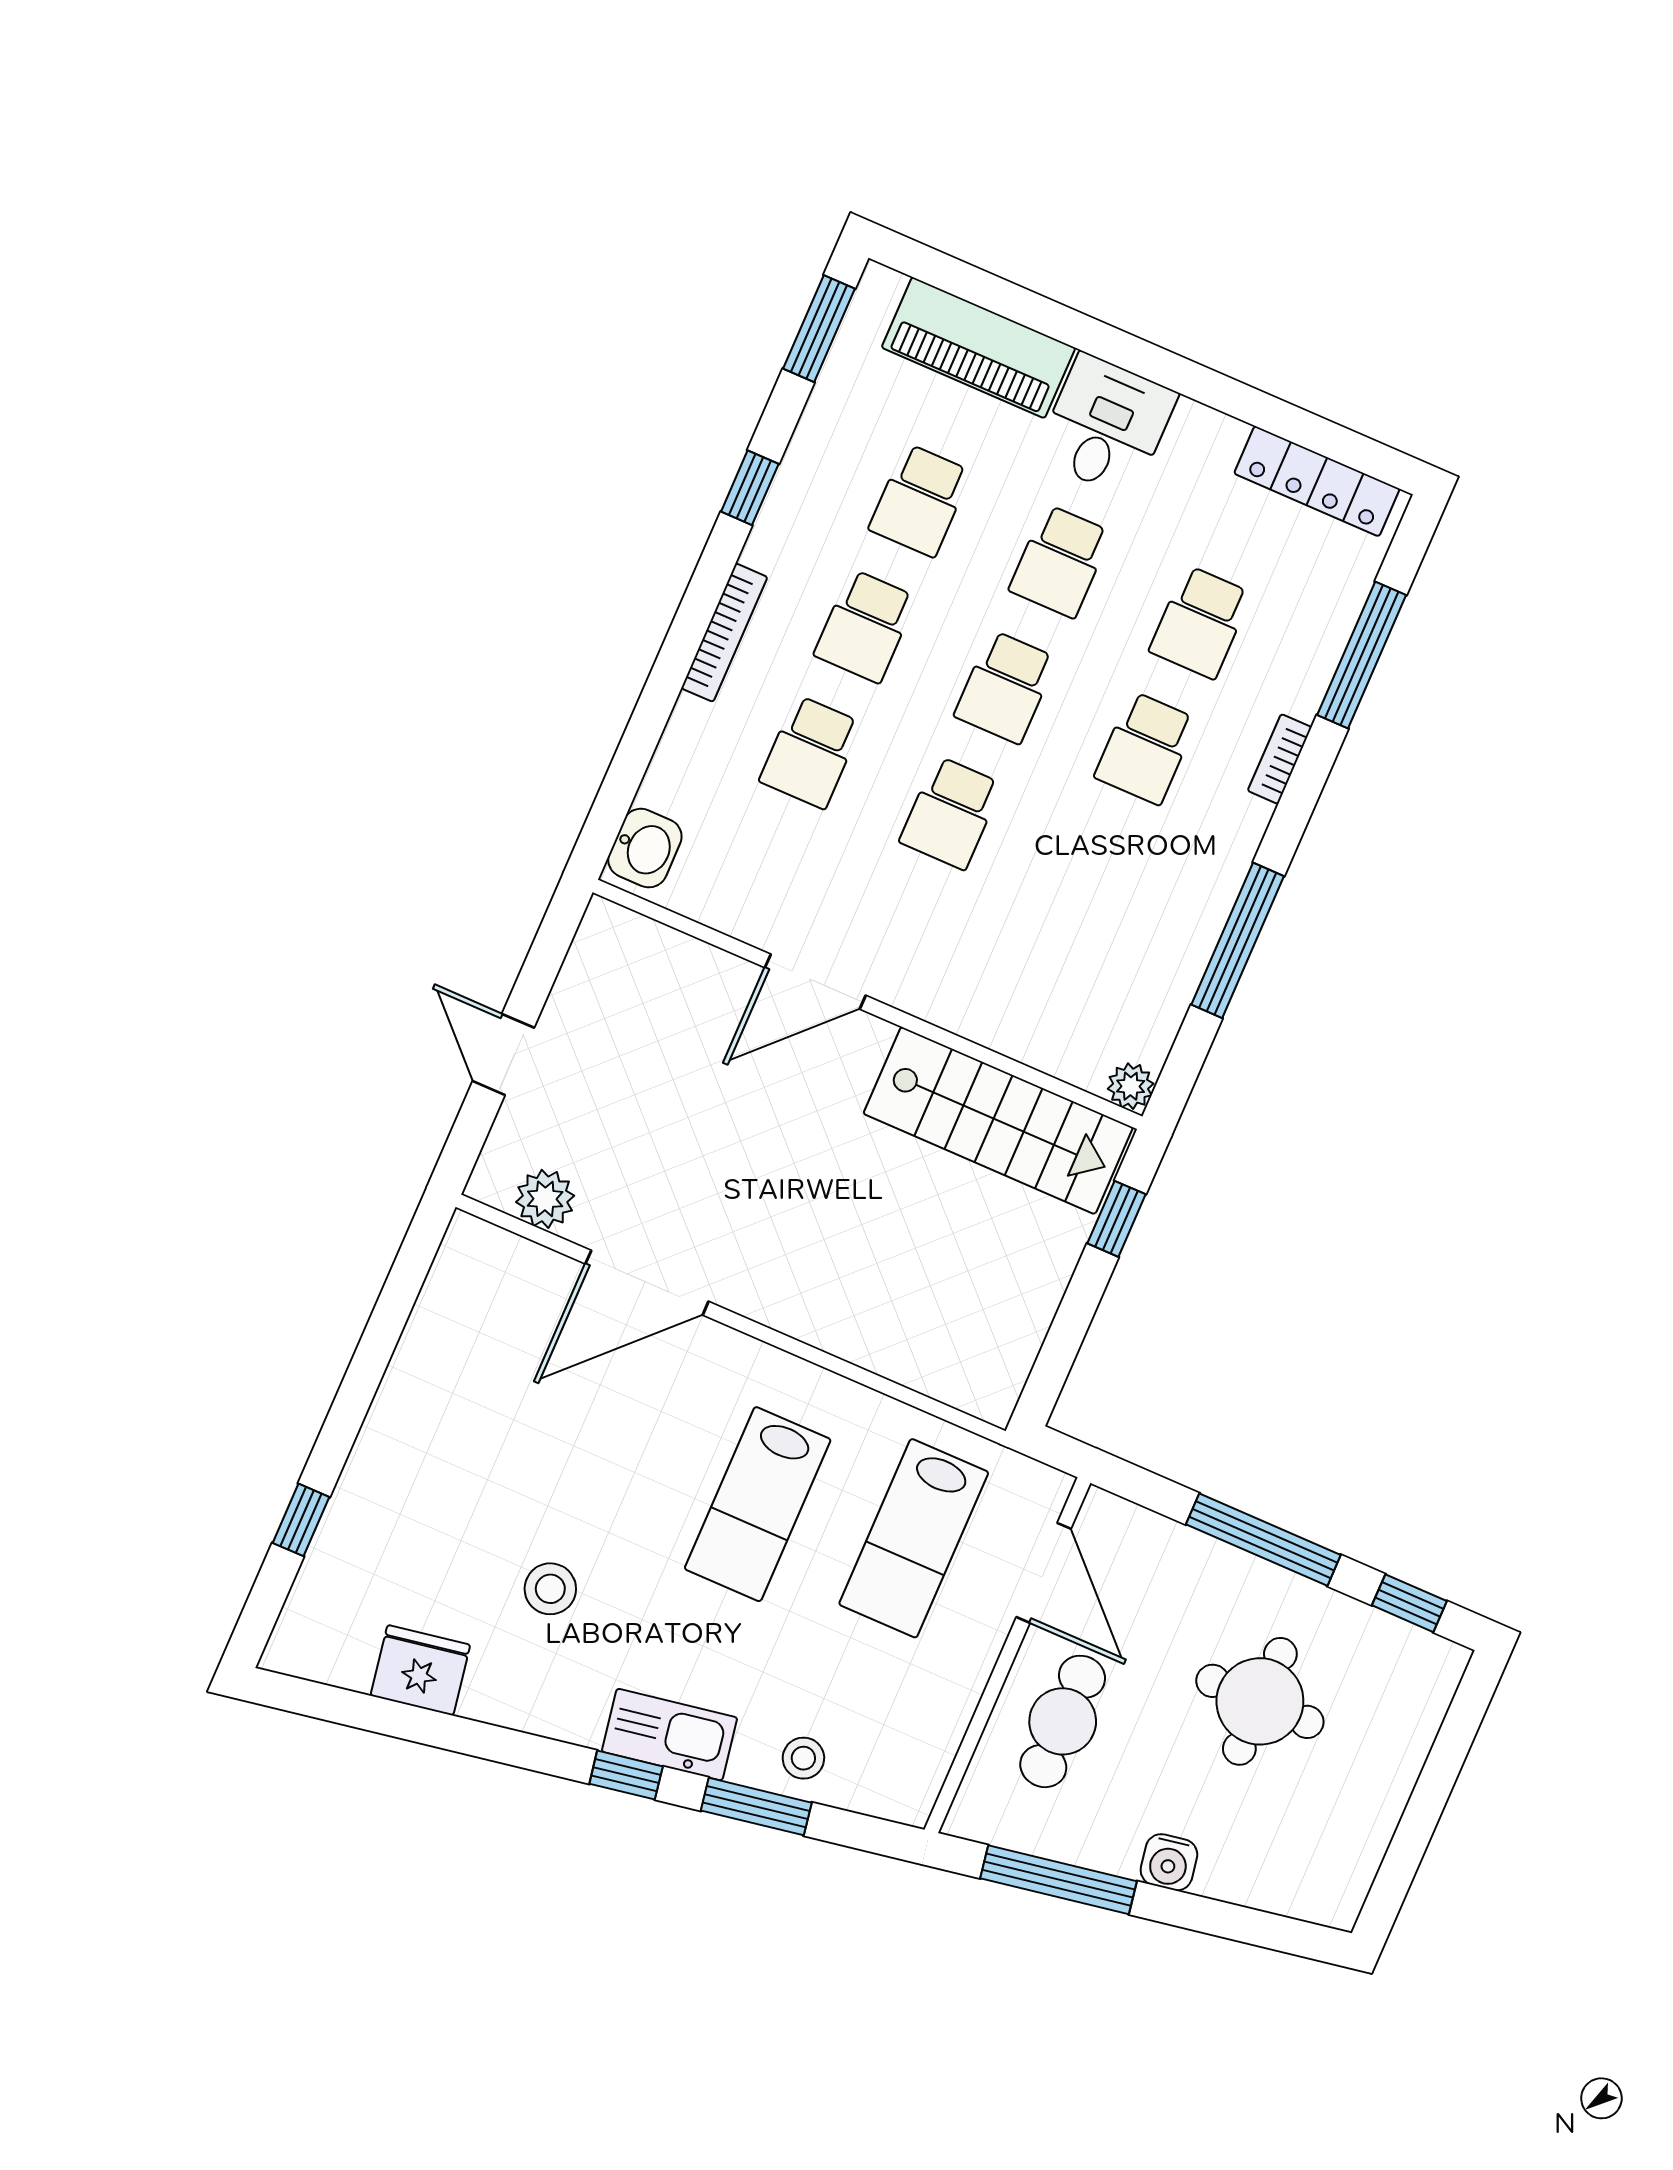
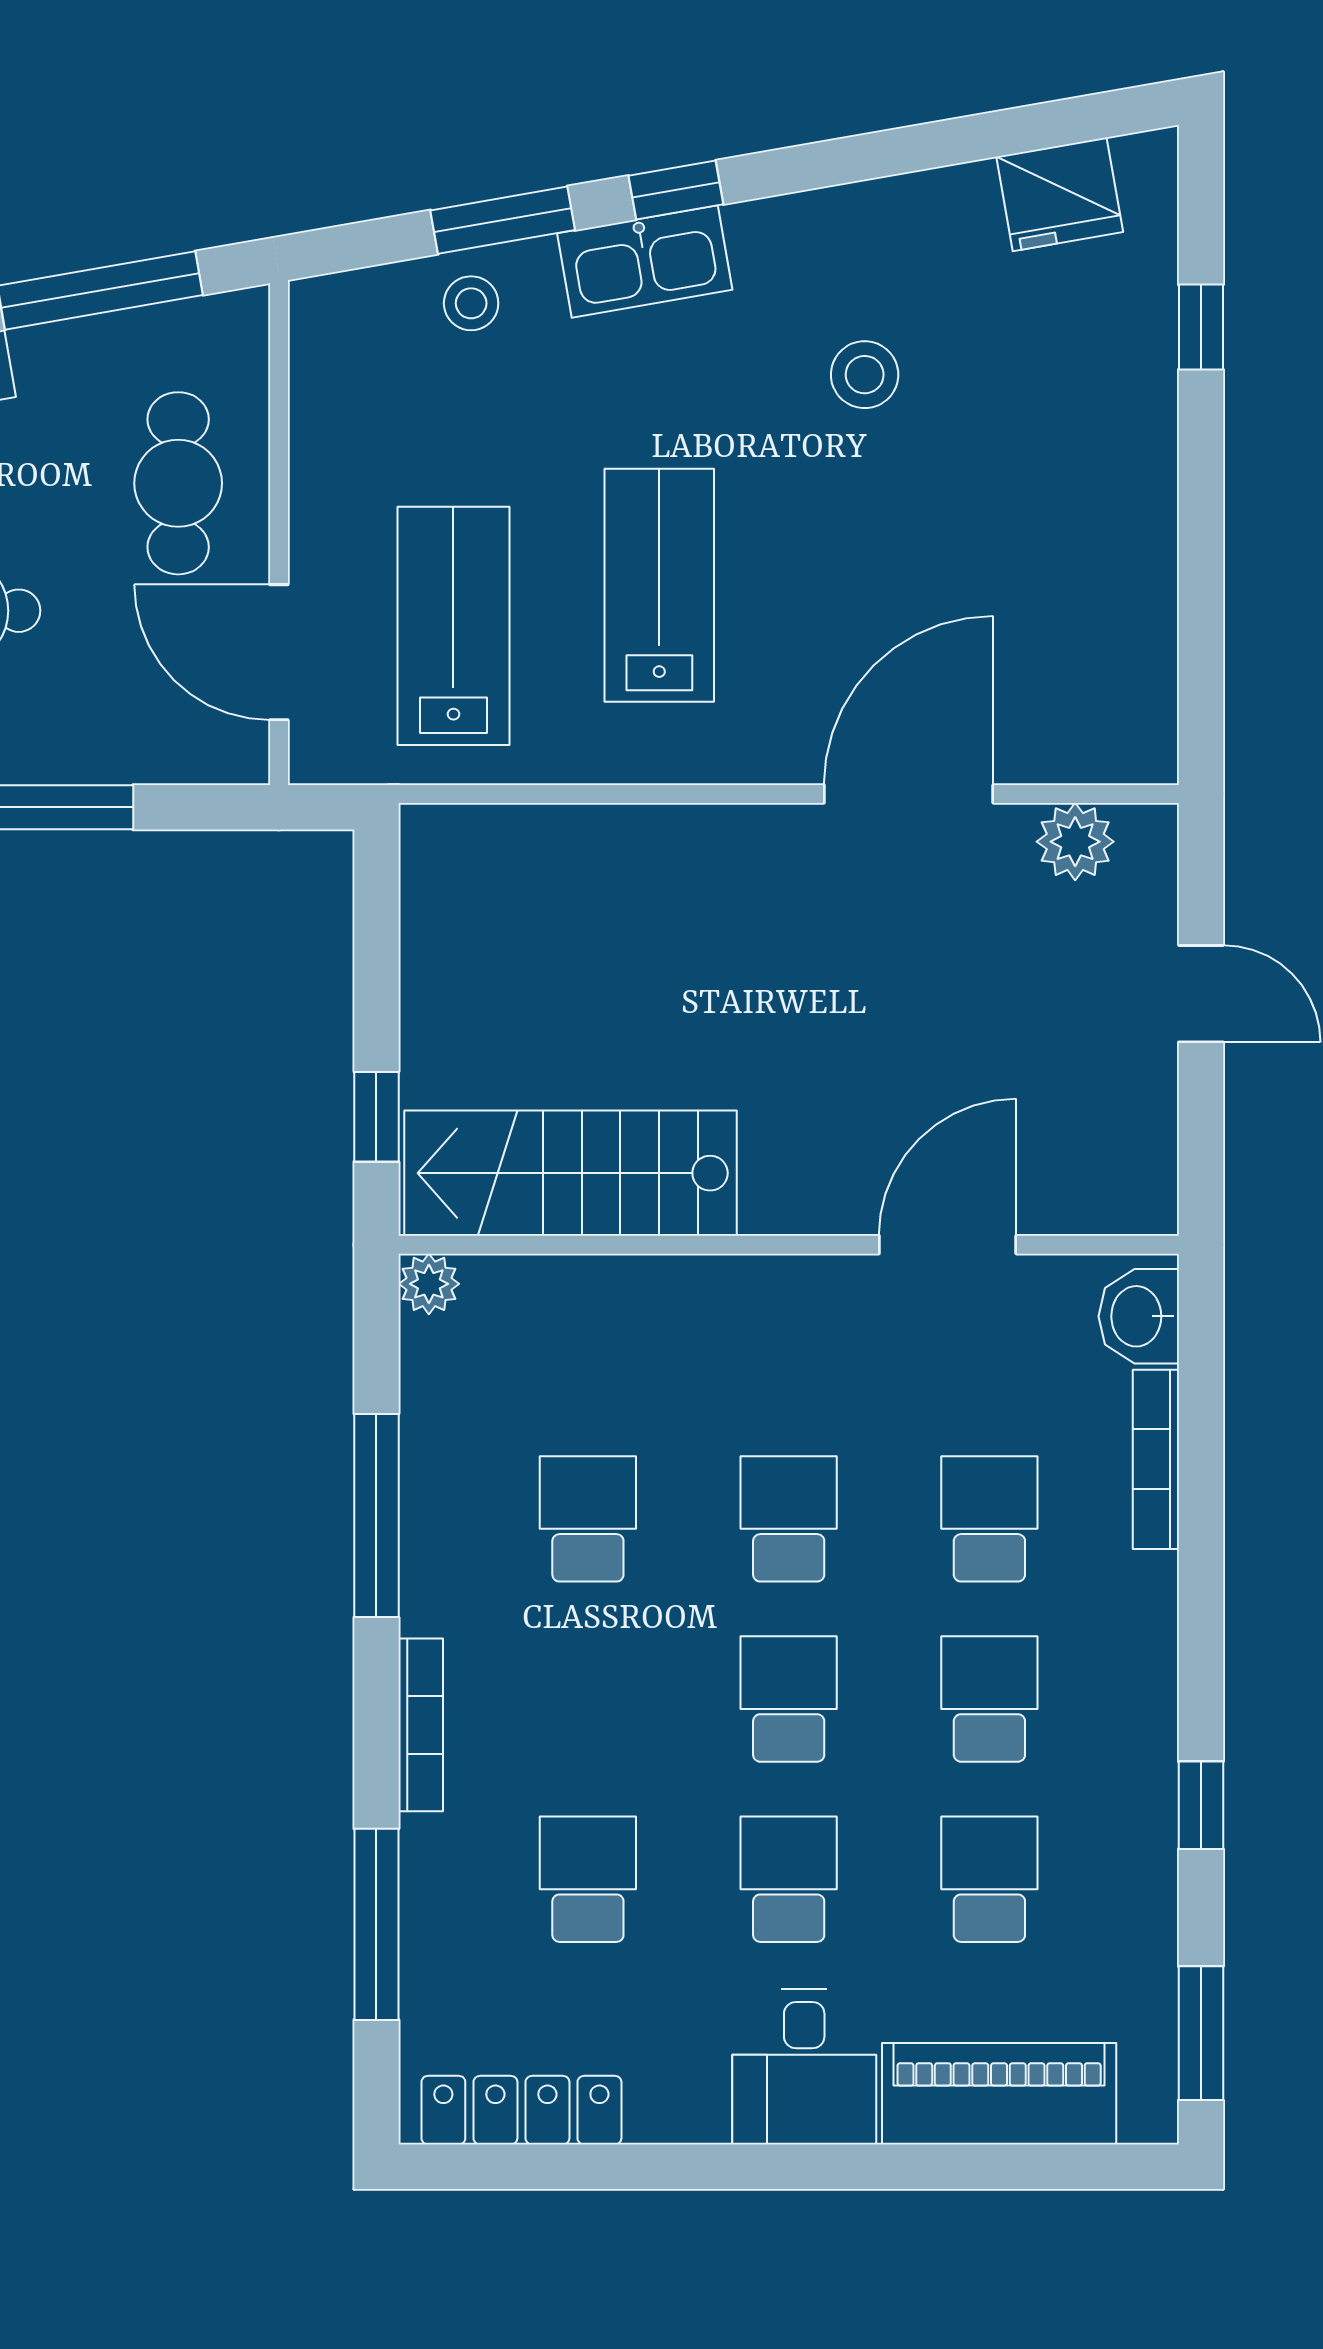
bookcase: (724, 633) -> (1156, 1459), moved
school desk: (1146, 748) -> (588, 1519), moved
bookcase: (1280, 759) -> (421, 1725), width x1.56
door: (815, 982) -> (948, 1245), moved
fridge: (420, 1670) -> (1060, 194), moved

